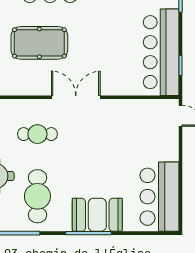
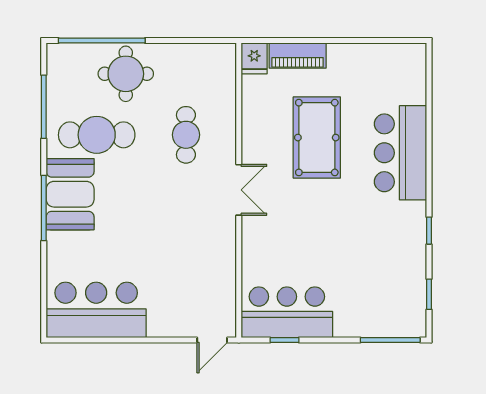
bar counter: (161, 52) -> (287, 312), width x0.73
double door: (76, 97) -> (239, 190), width x0.73
booth: (97, 215) -> (70, 194), moved

